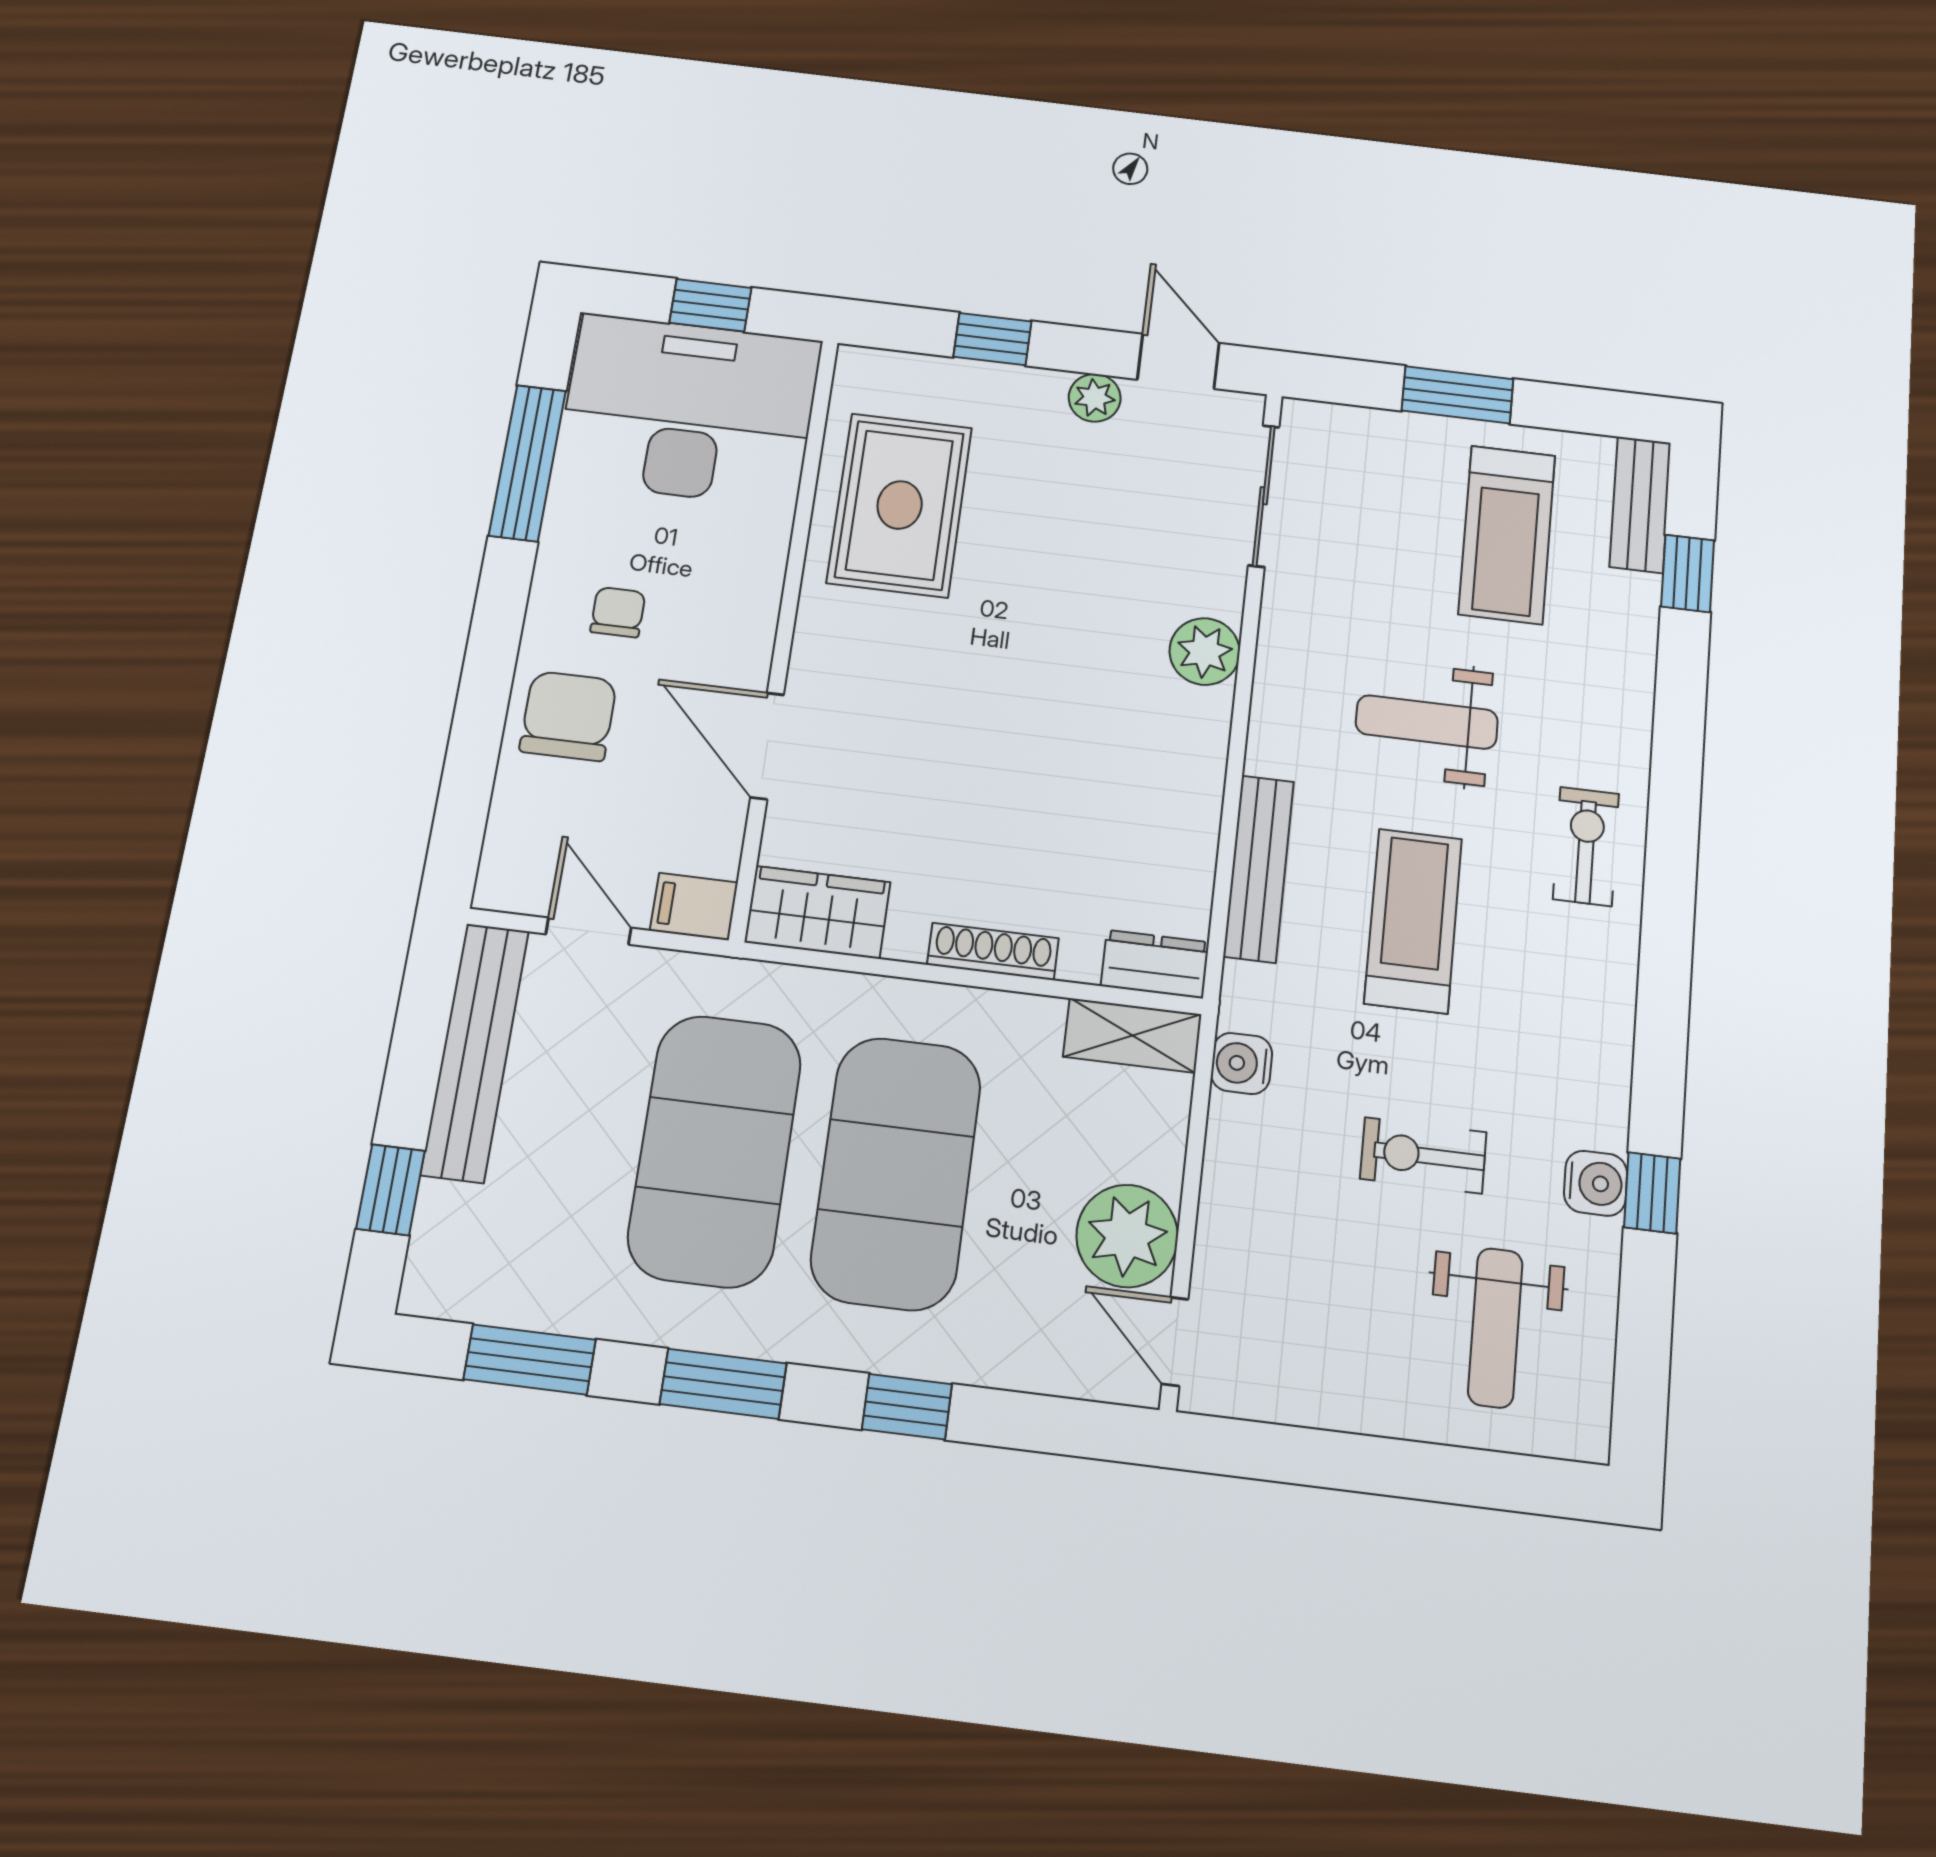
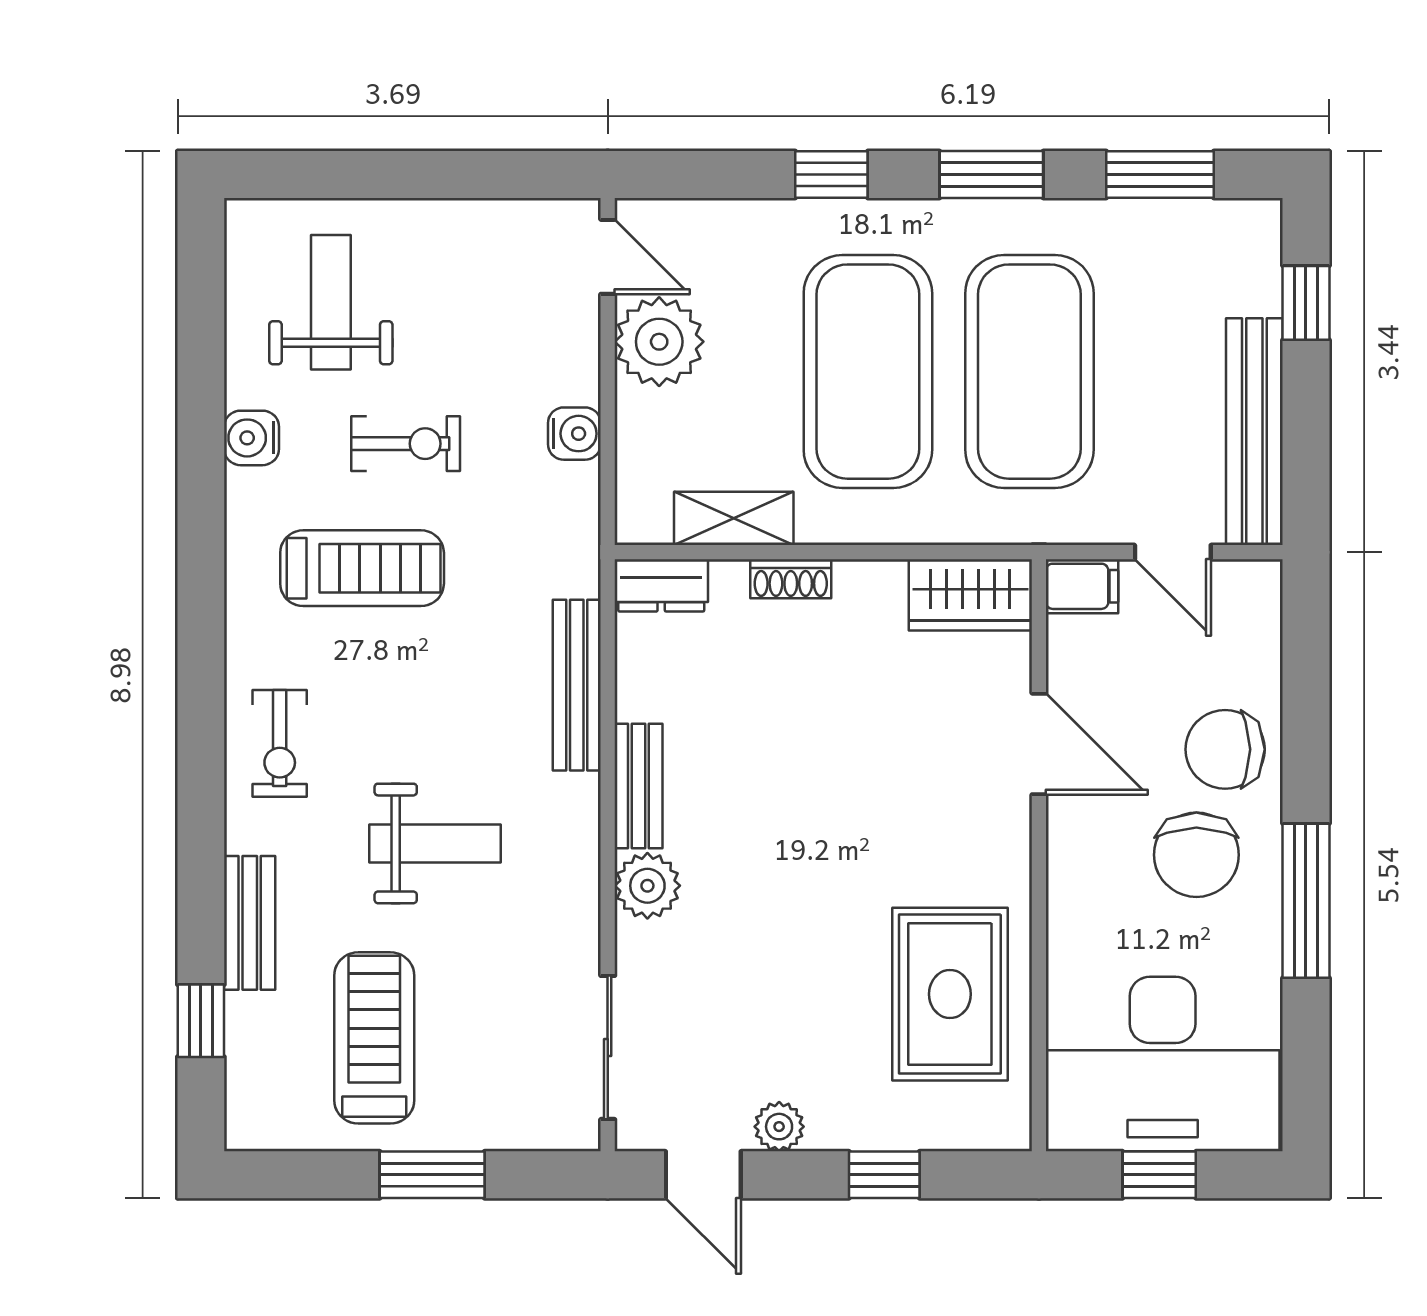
window: (527, 463) -> (1306, 901), moved
bench: (1640, 505) -> (250, 923), moved
chair: (618, 612) -> (1196, 855), width x1.87, depth x1.87
chair: (568, 716) -> (1225, 749), turned 90
bench: (1203, 755) -> (638, 786), added
treadmill: (1413, 921) -> (362, 568), moved, turned -90
shoe rack: (993, 951) -> (791, 579), width x0.70
shelving: (1132, 1035) -> (734, 518), moved
water cooler: (1242, 1063) -> (574, 434), moved
window: (1652, 1193) -> (201, 436), removed

